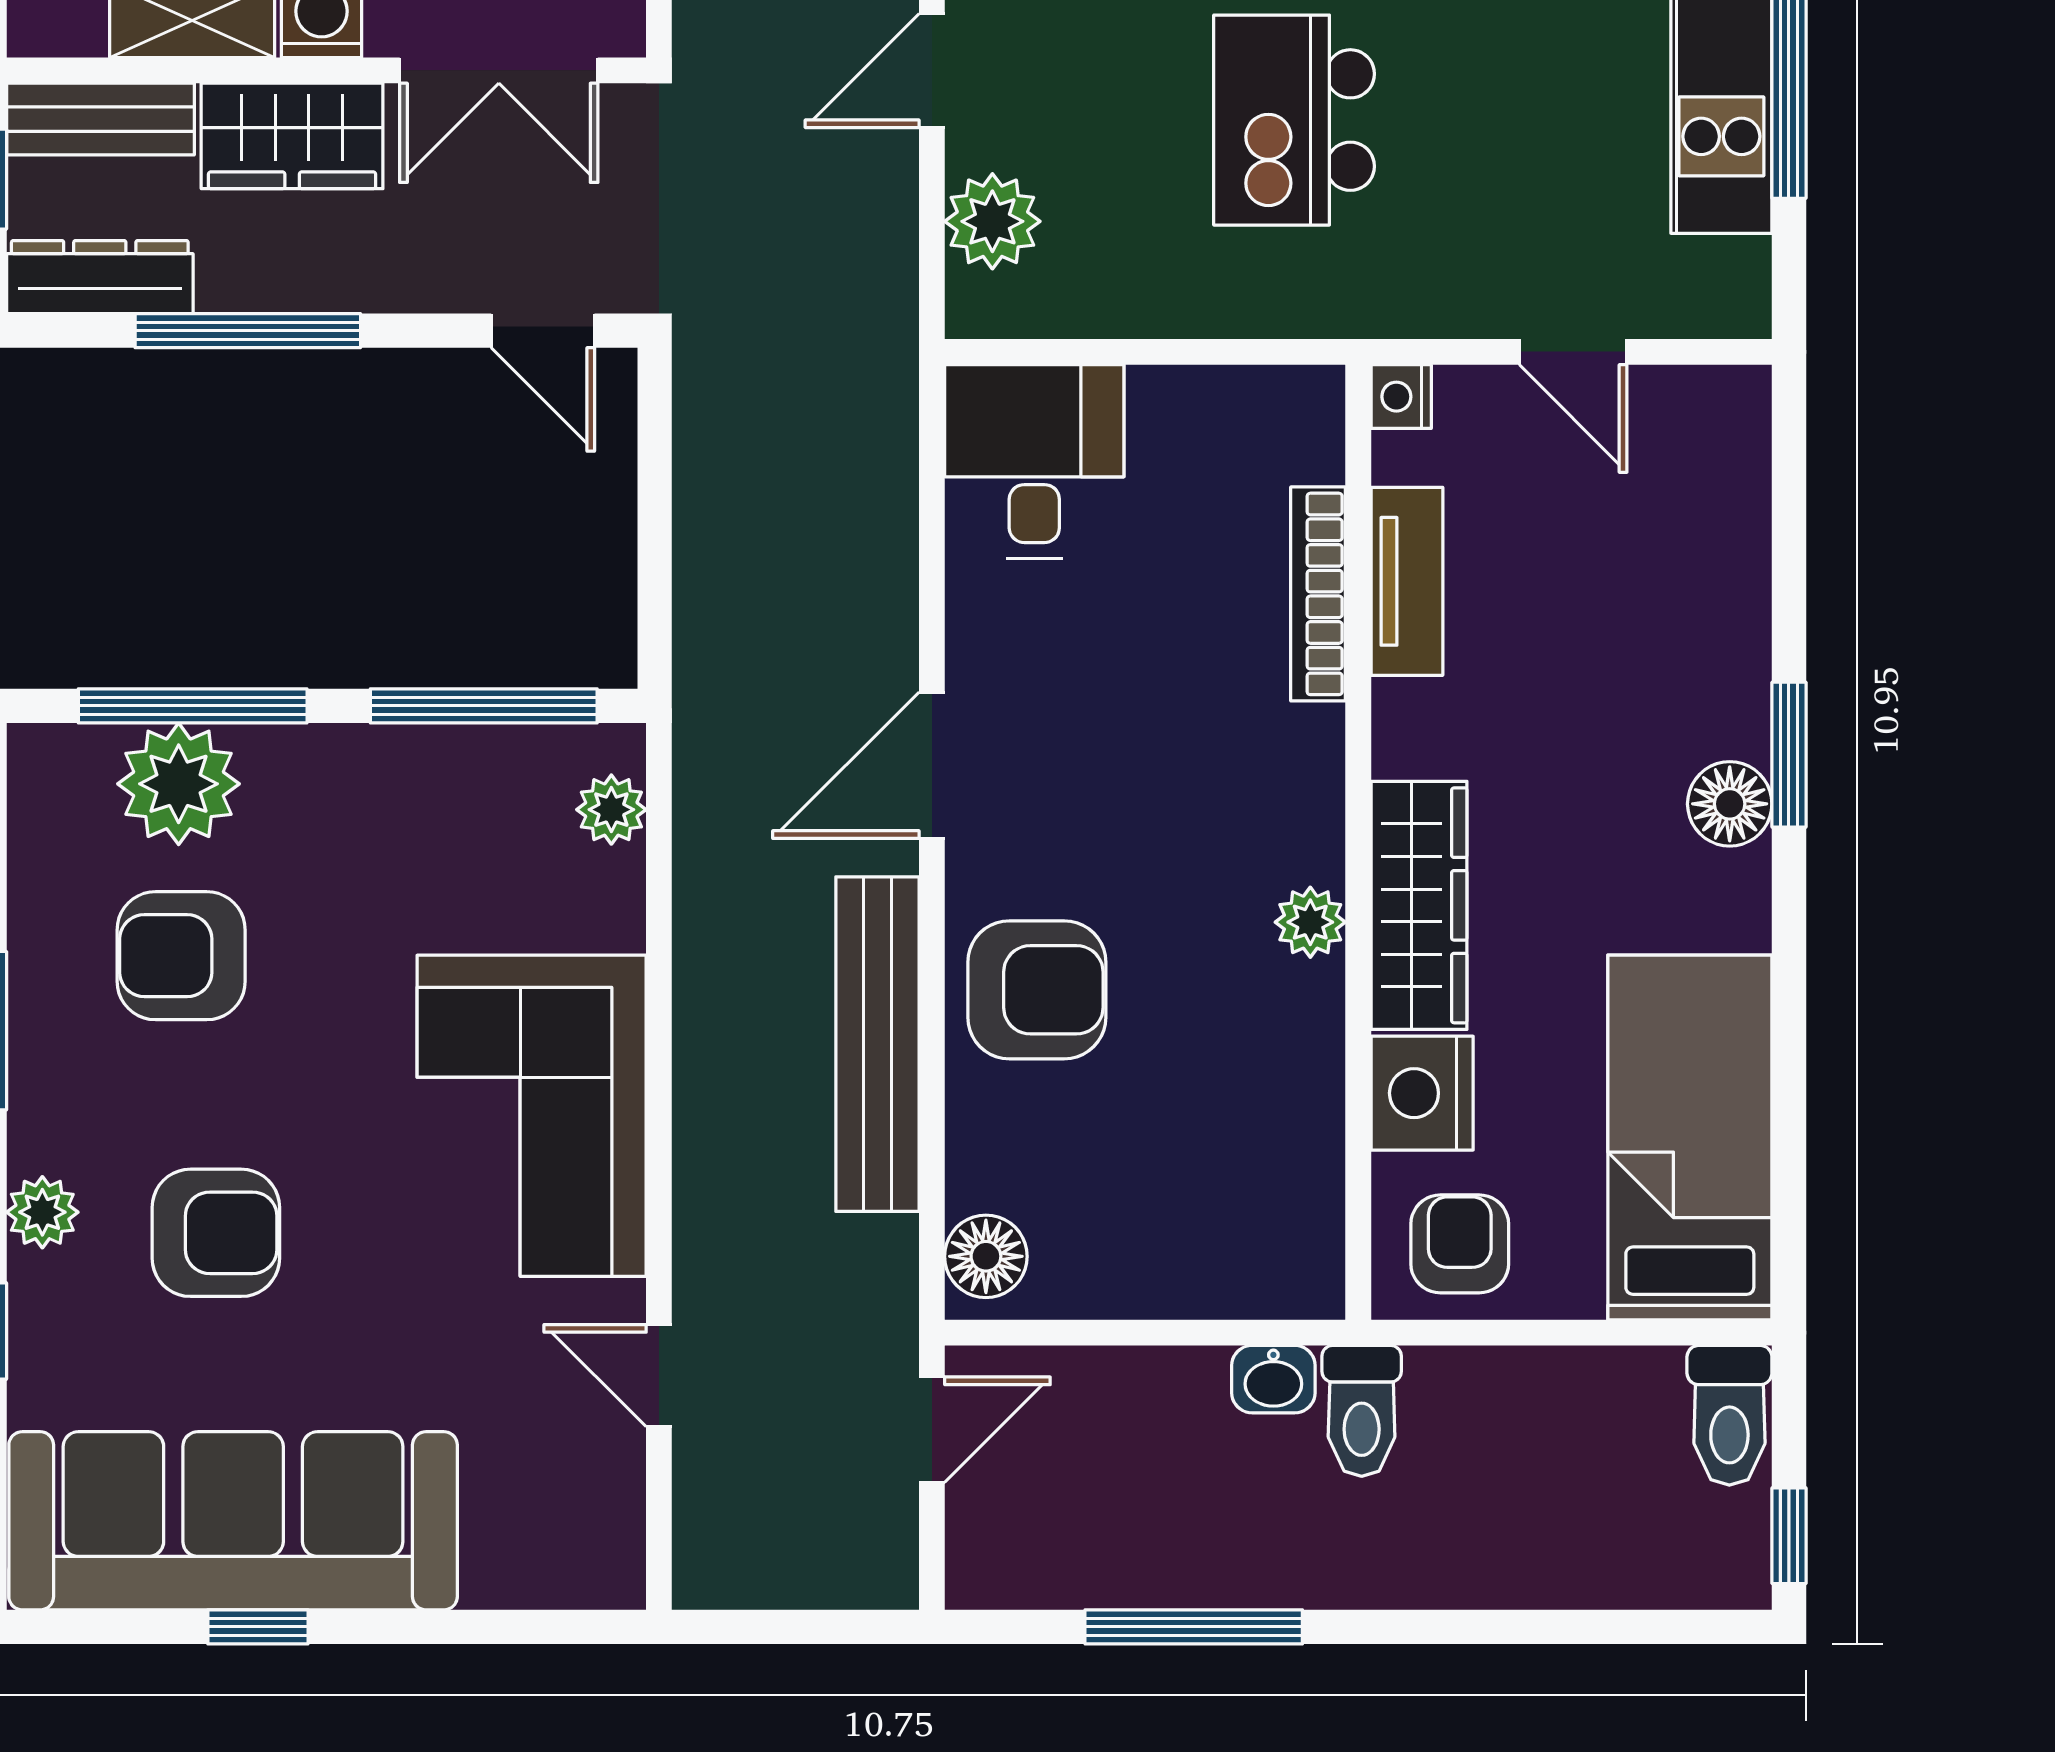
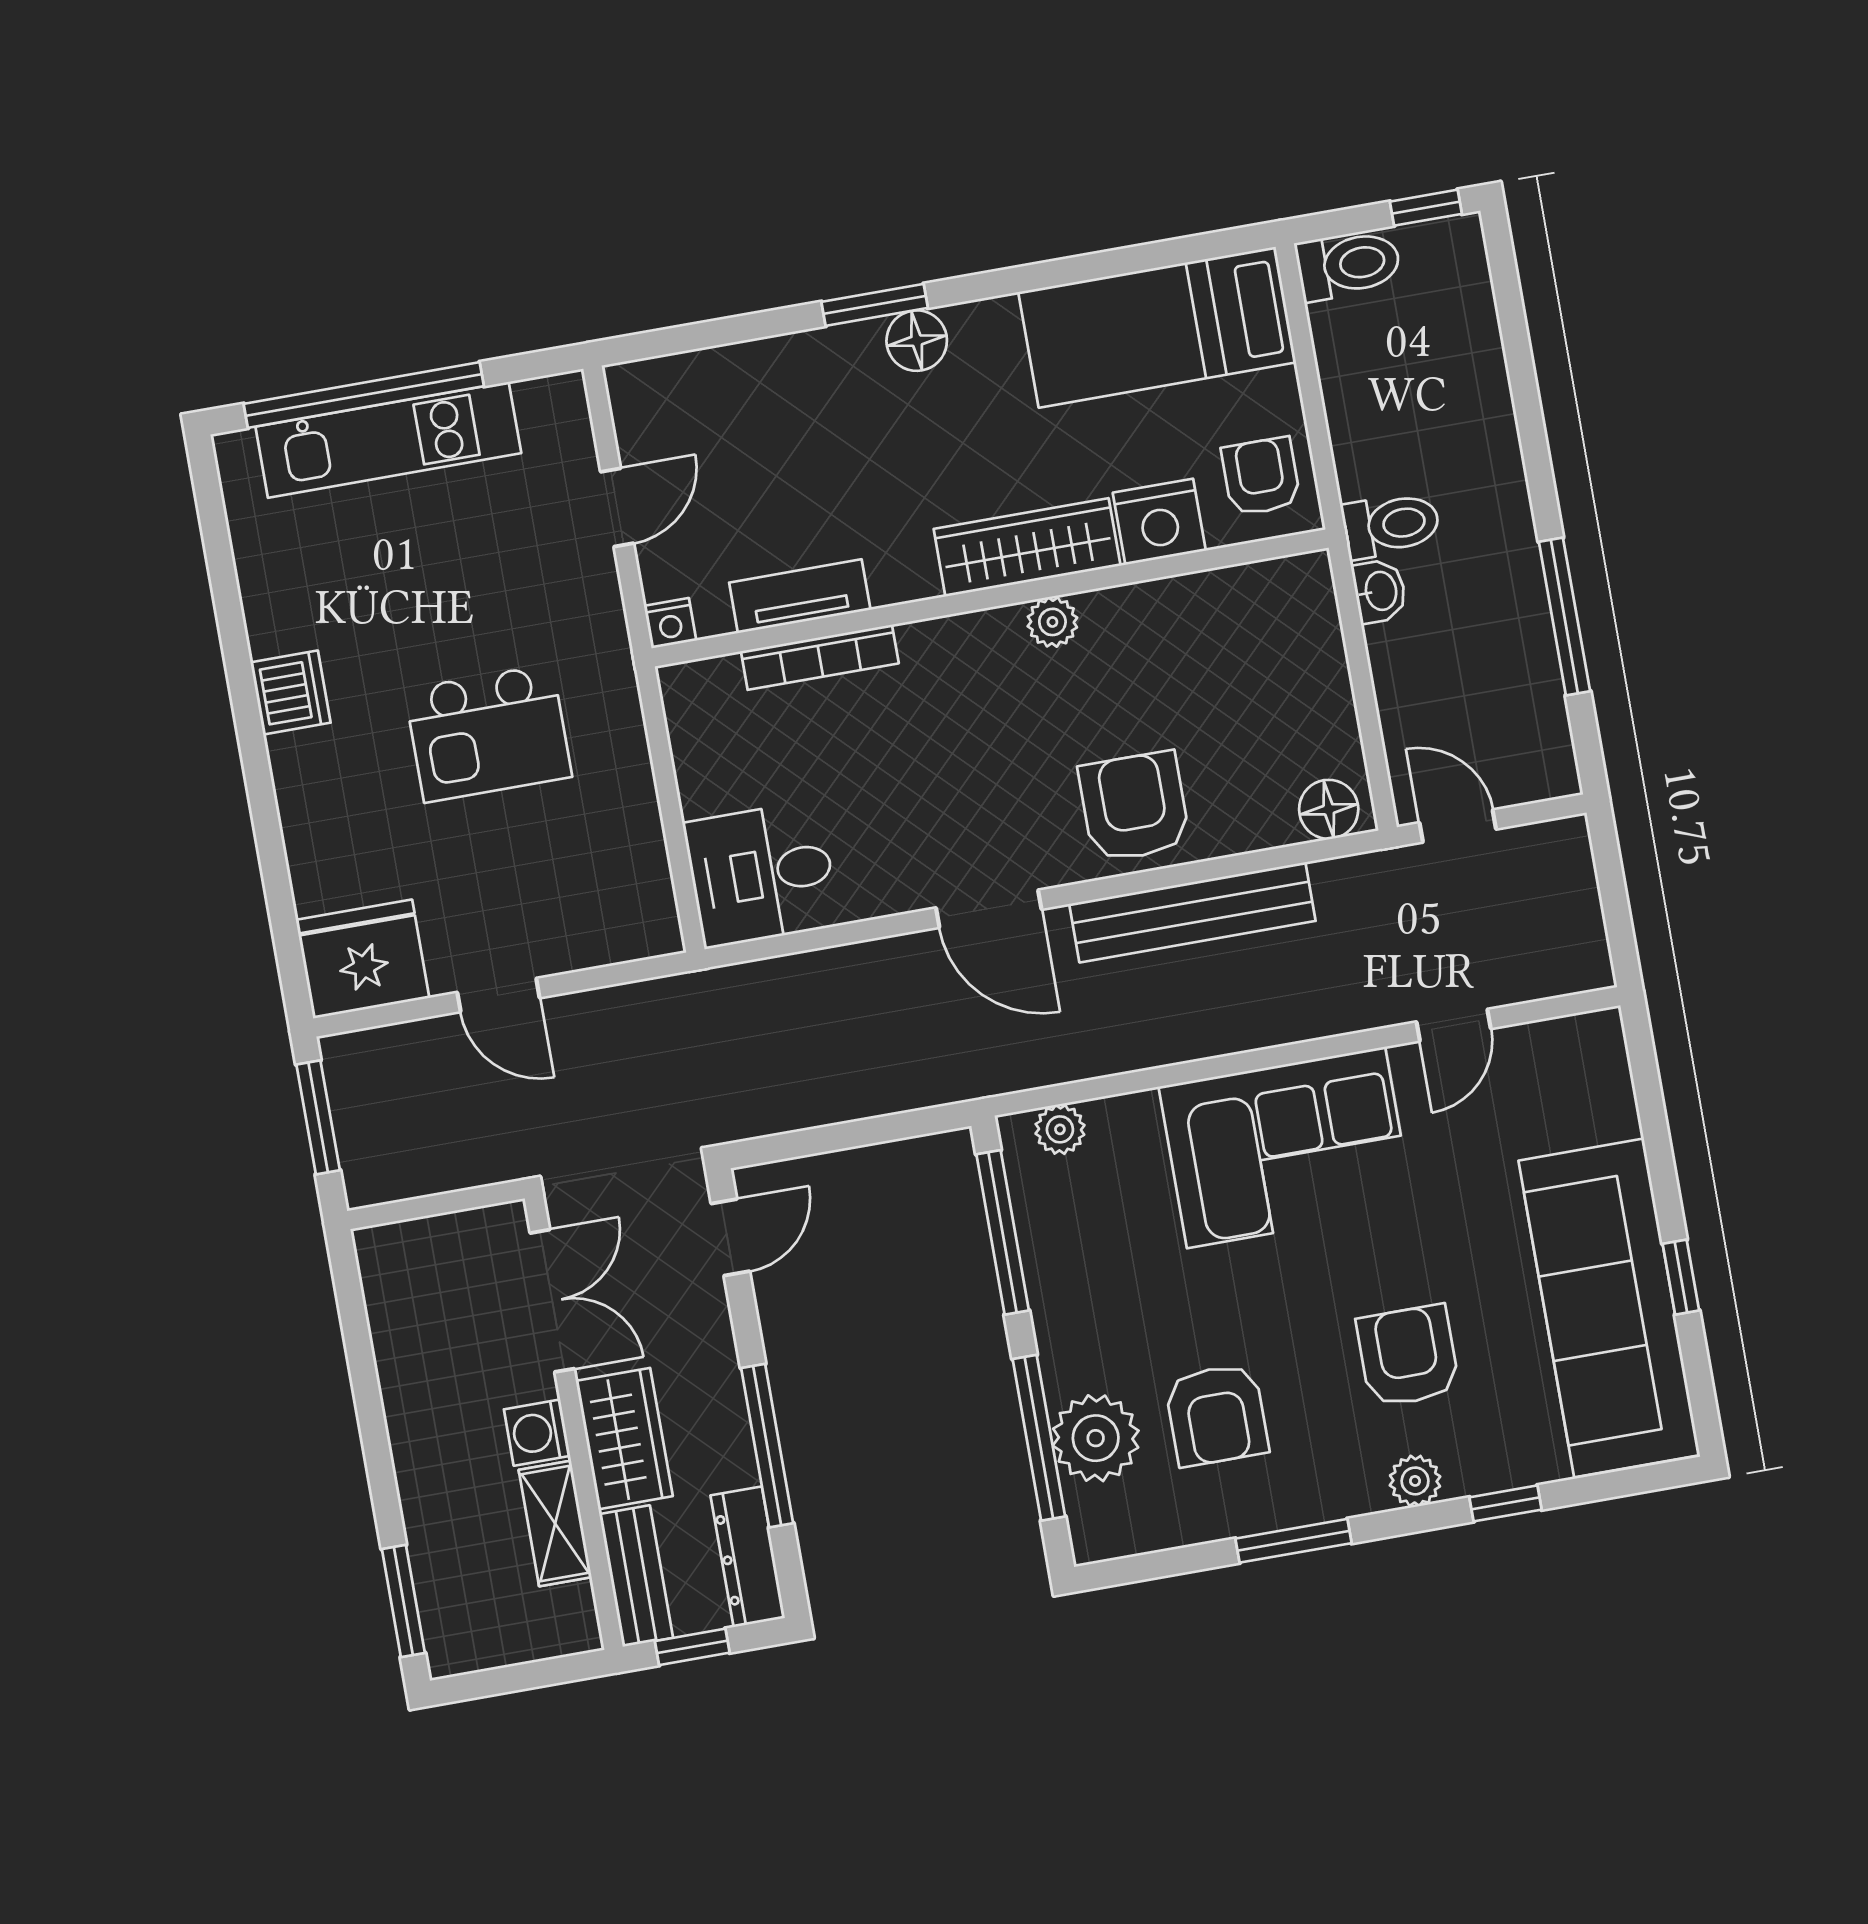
plant: (992, 221) -> (597, 934), removed
armchair: (1460, 1244) -> (1261, 476), turned 90

